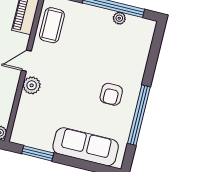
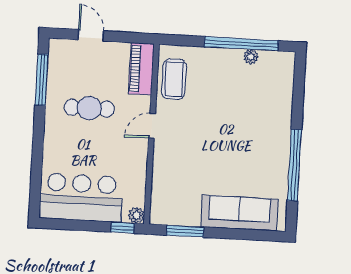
plant: (32, 85) -> (163, 153), removed
armchair: (111, 94) -> (258, 147), removed

